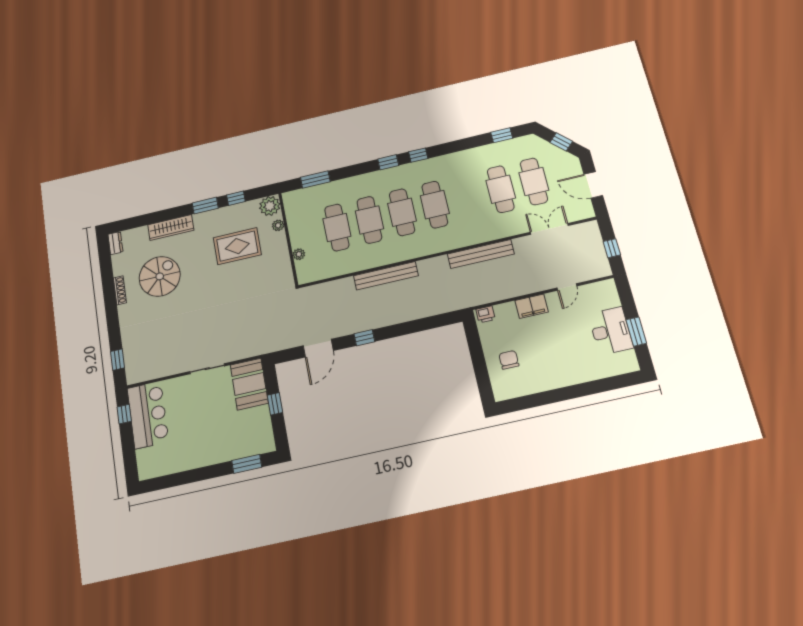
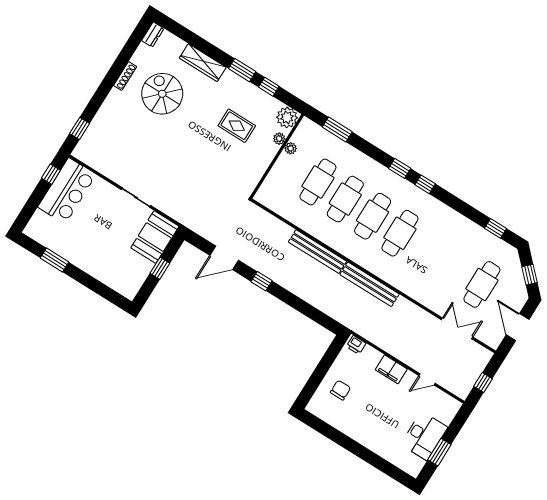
cafe table: (501, 189) -> (455, 267), removed
rug: (237, 246) -> (237, 126), width x0.73, depth x0.70
plant: (299, 254) -> (291, 148), moved
bench: (481, 254) -> (370, 284), moved
spiral stairs: (160, 276) -> (162, 94), turned -90
window: (247, 464) -> (54, 260), moved

